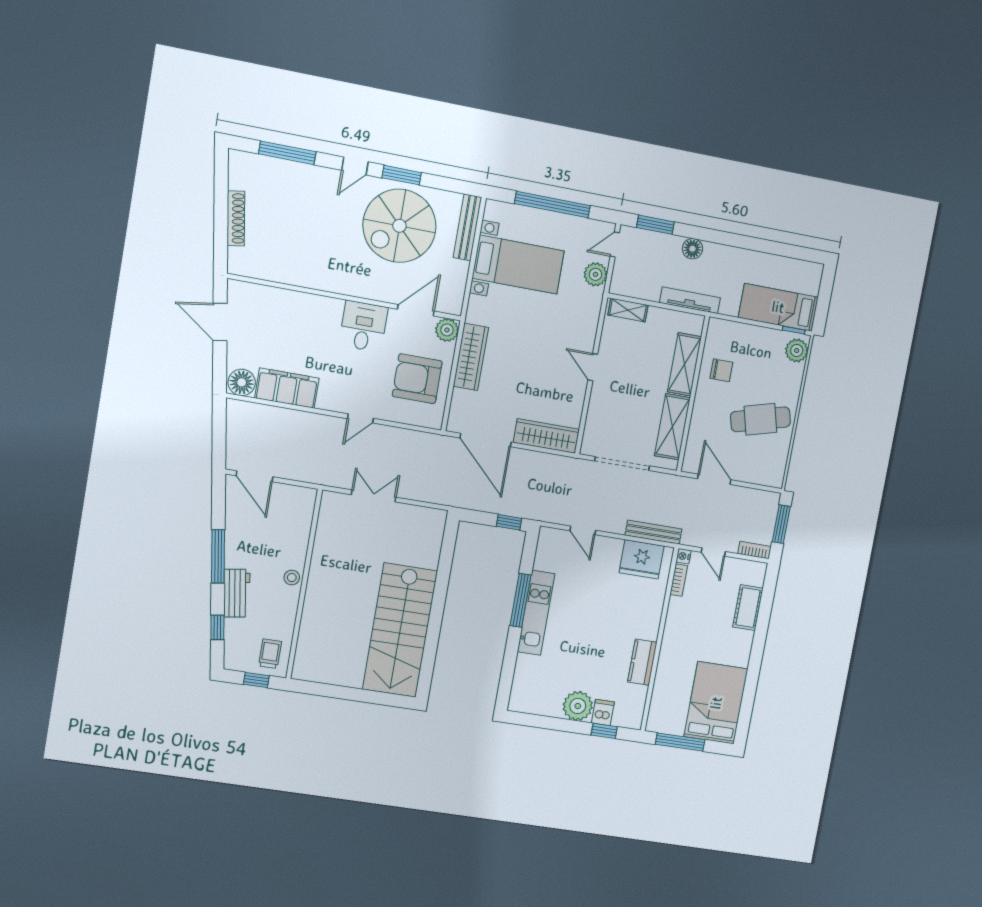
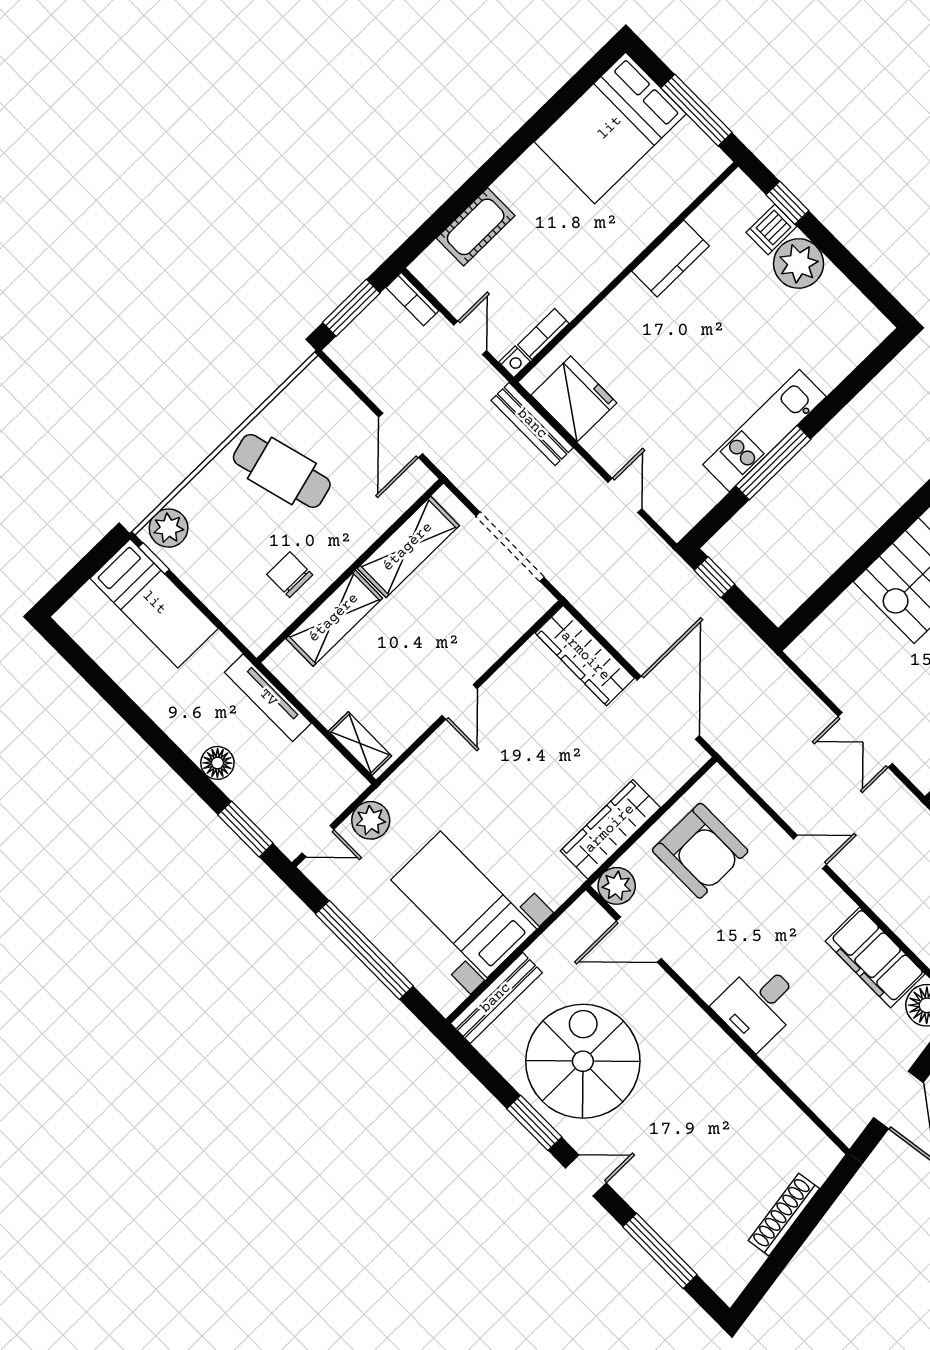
spiral stairs: (399, 226) -> (583, 1061), turned -90
desk: (364, 326) -> (758, 1005), moved

